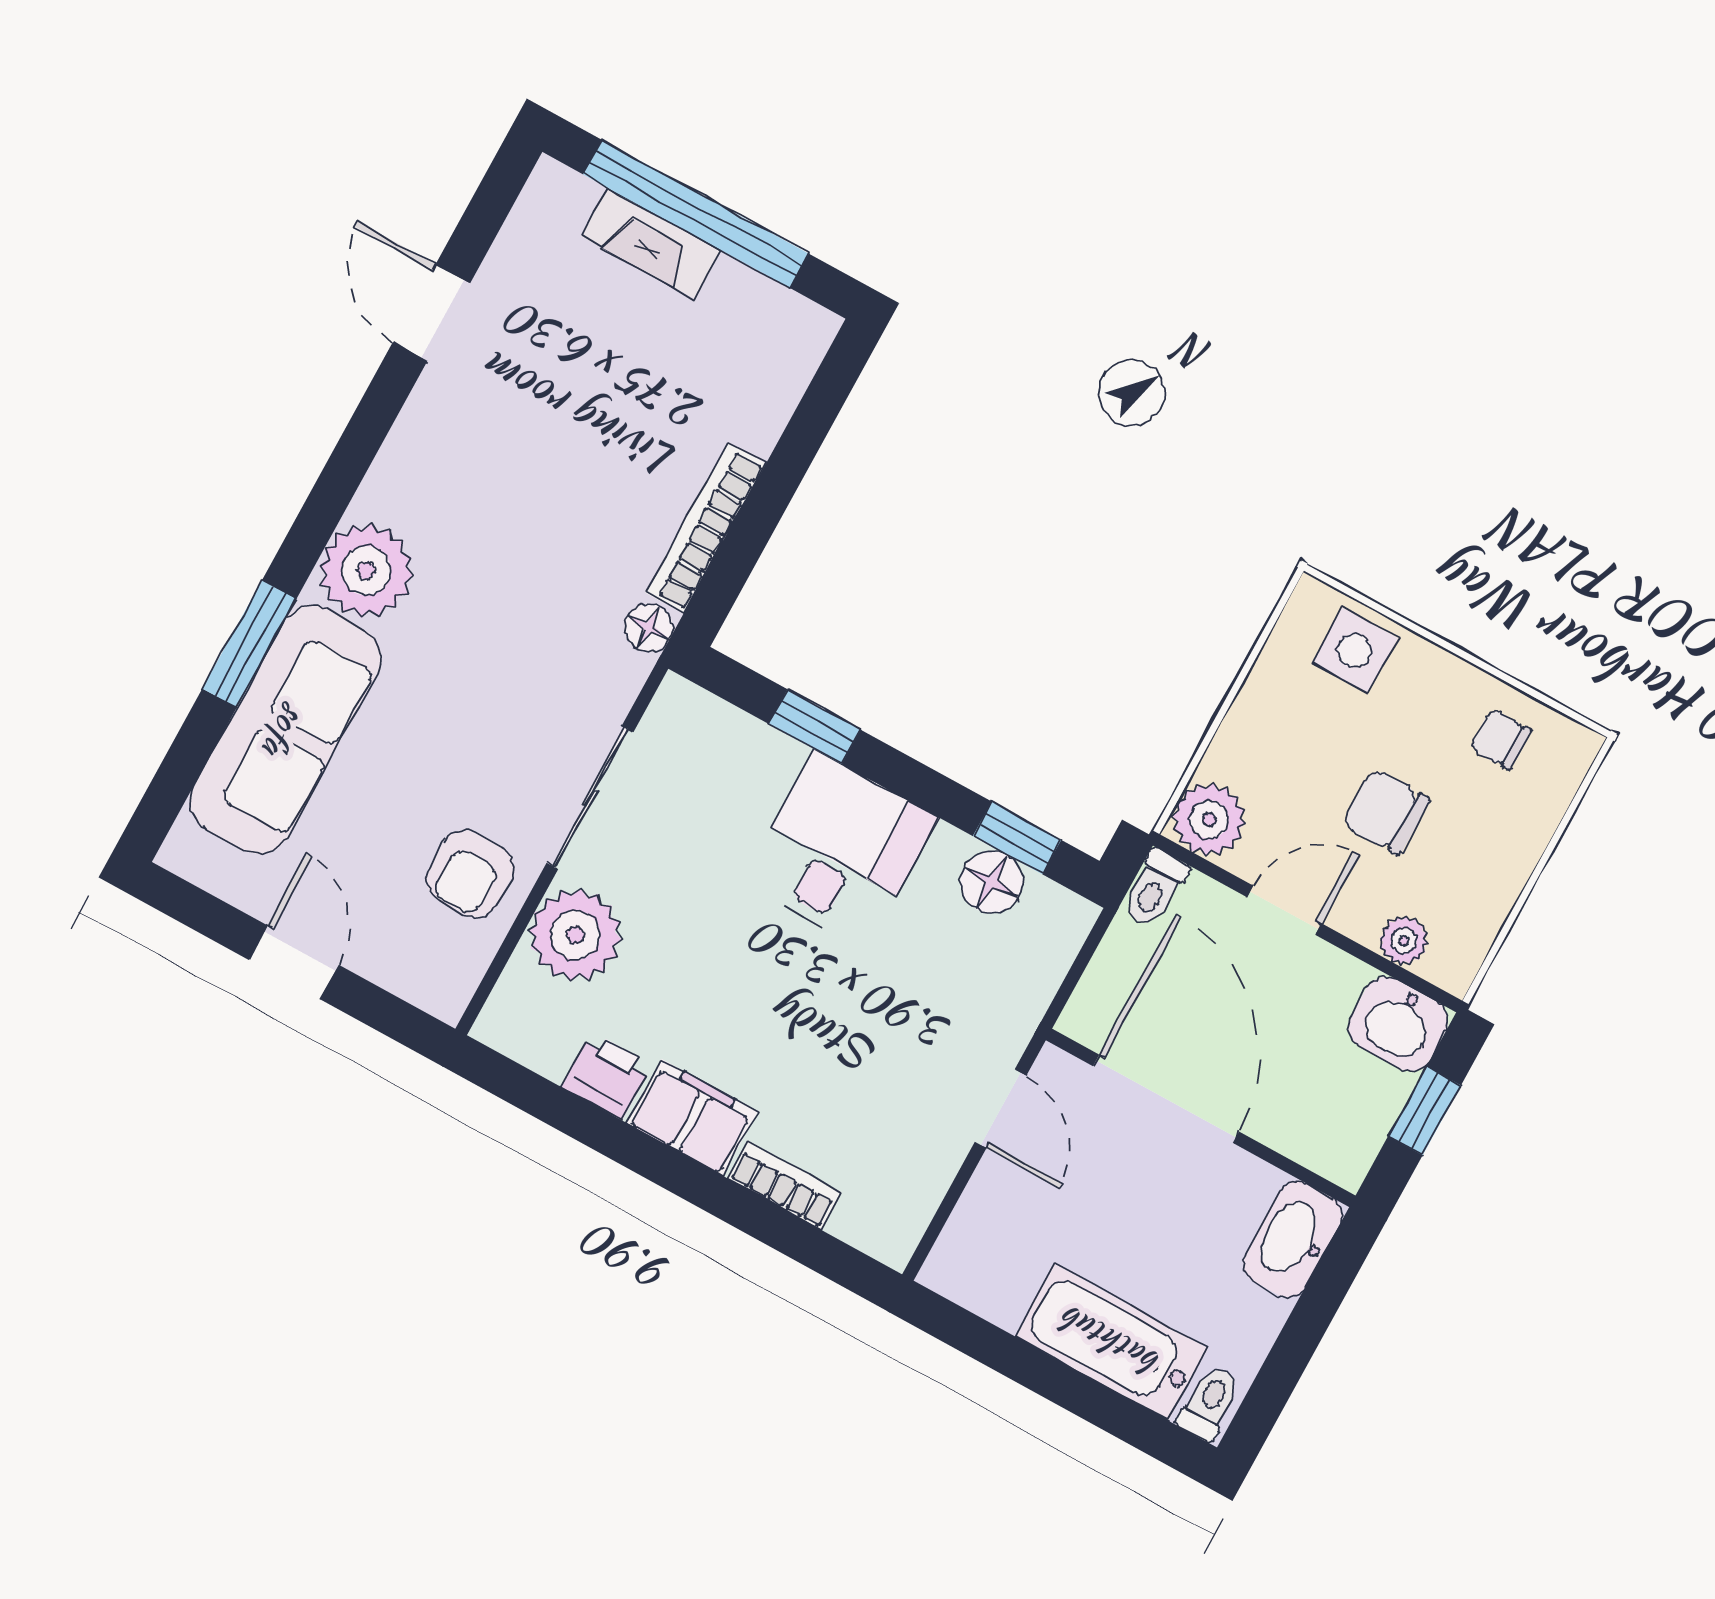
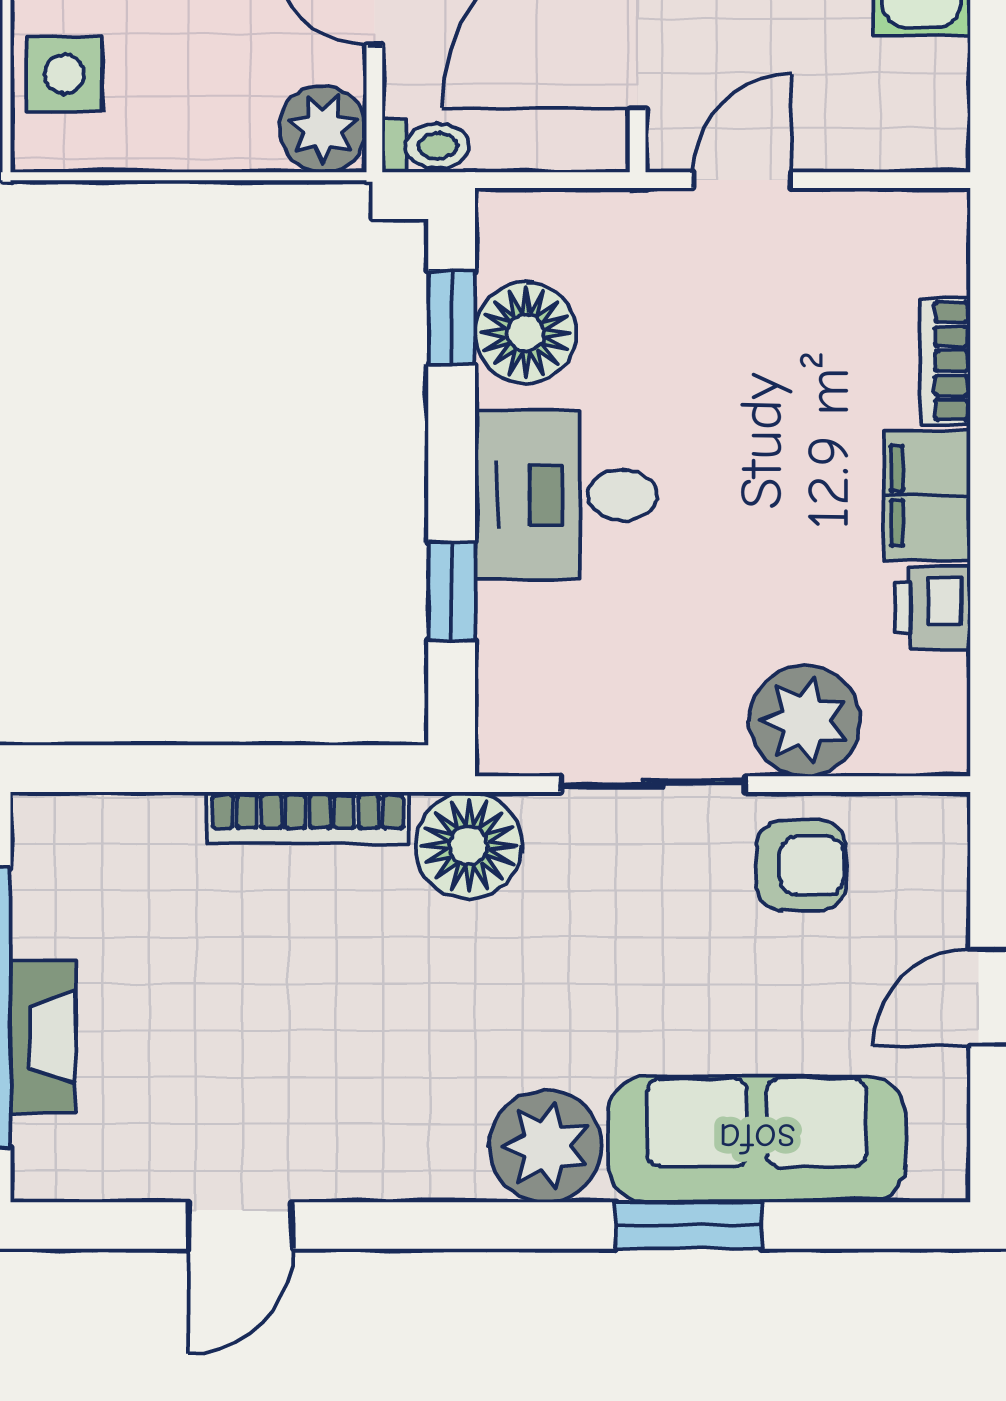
floor lamp: (649, 628) -> (469, 845), width x1.89, depth x1.89
floor lamp: (992, 882) -> (526, 333), width x1.38, depth x1.38

